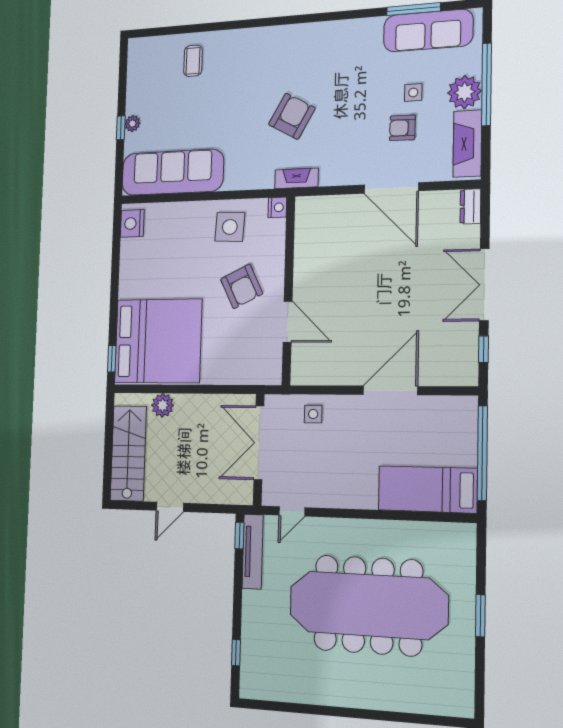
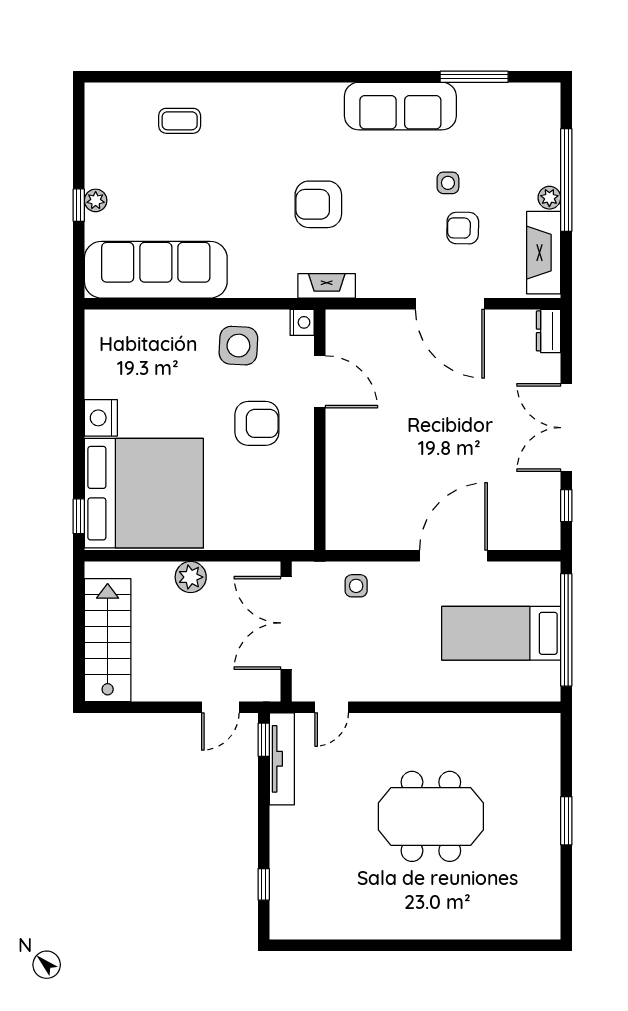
sofa: (428, 31) -> (400, 106), moved
coffee table: (193, 61) -> (180, 121), turned 90
side table: (413, 92) -> (448, 183), moved
plant: (465, 92) -> (549, 198), width x0.53, depth x0.53
armchair: (292, 116) -> (318, 204), turned -119
nightstand: (132, 223) -> (101, 418), moved
armchair: (242, 286) -> (257, 423), turned -64
door: (288, 322) -> (320, 382), moved
plant: (163, 405) -> (191, 577), moved
bed: (427, 489) -> (501, 633), moved
door: (170, 507) -> (220, 707), moved
meeting table: (368, 605) -> (431, 816), width x0.54, depth x0.79

